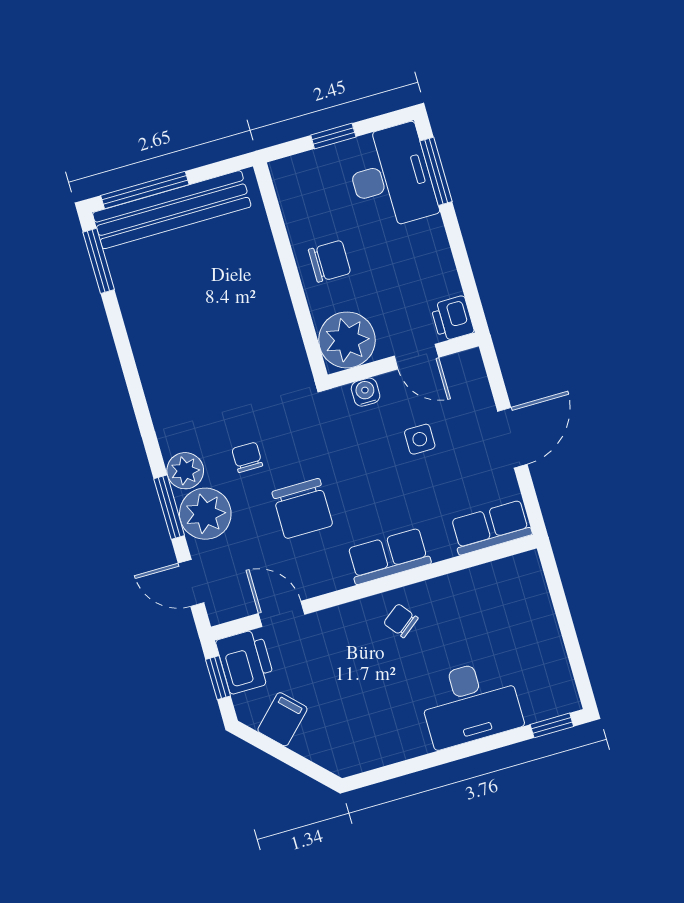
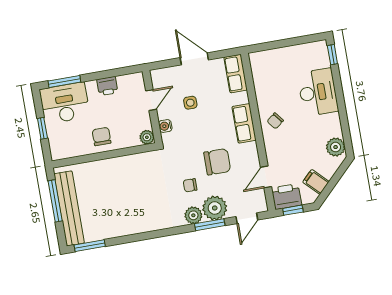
window: (145, 190) -> (55, 201), moved
printer: (452, 319) -> (107, 86), moved
plant: (347, 340) -> (147, 137), width x0.53, depth x0.53
plant: (360, 753) -> (336, 147), added

